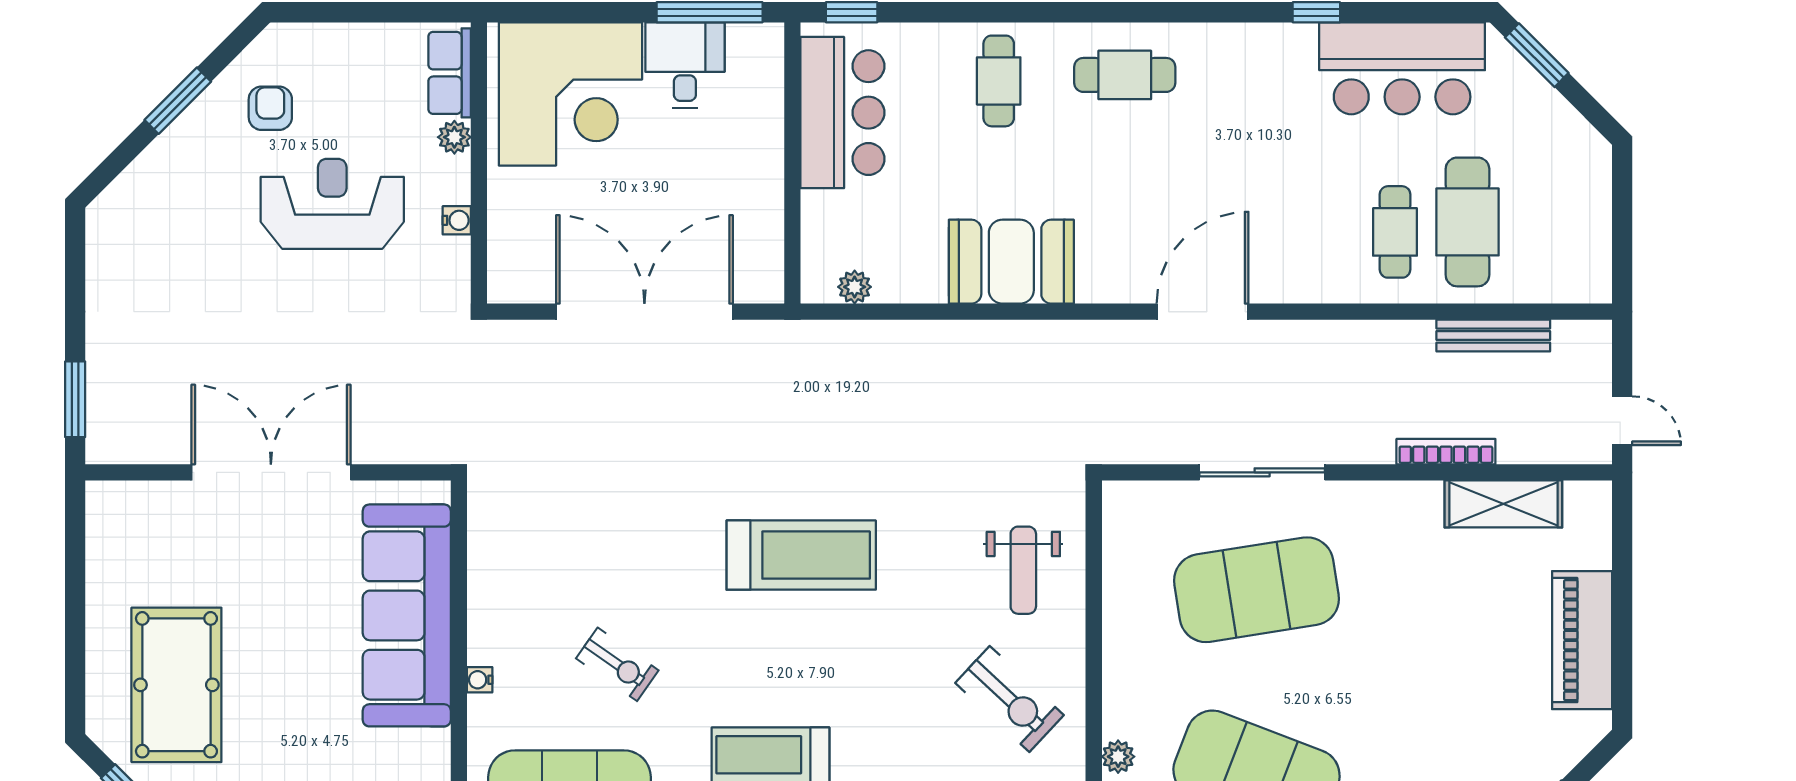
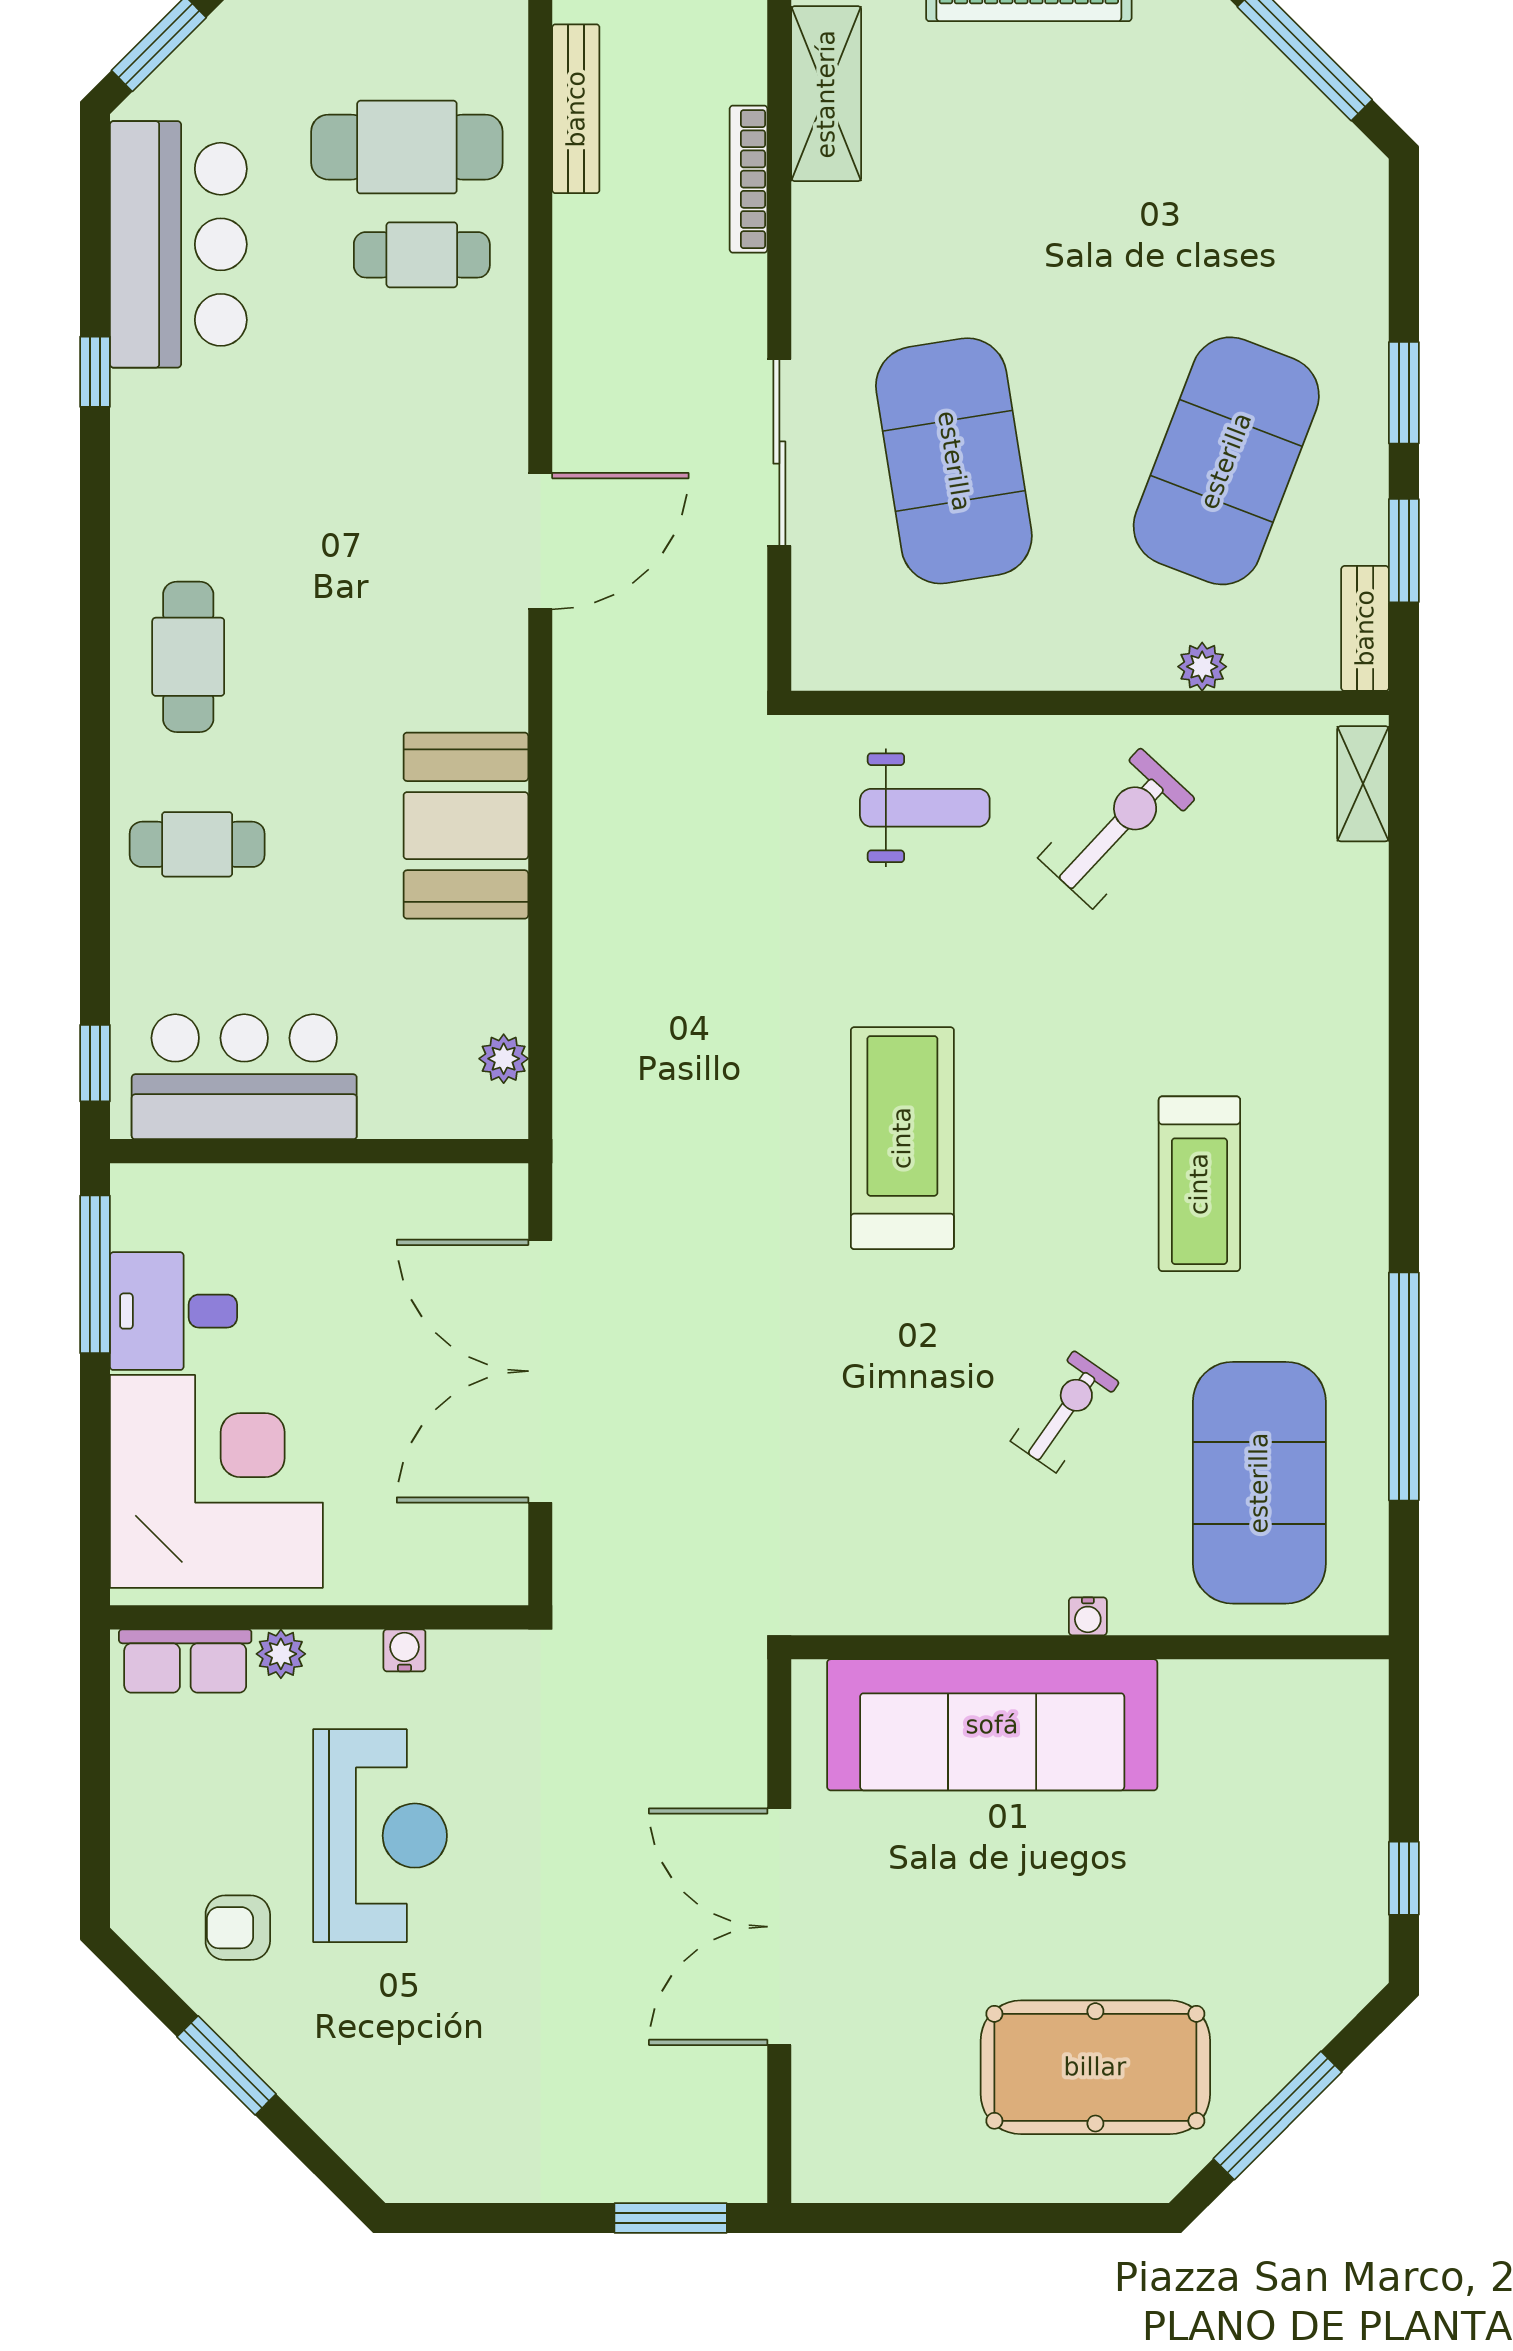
reception desk: (332, 204) -> (380, 1836), turned 180
door: (1203, 312) -> (540, 541), swing flipped

